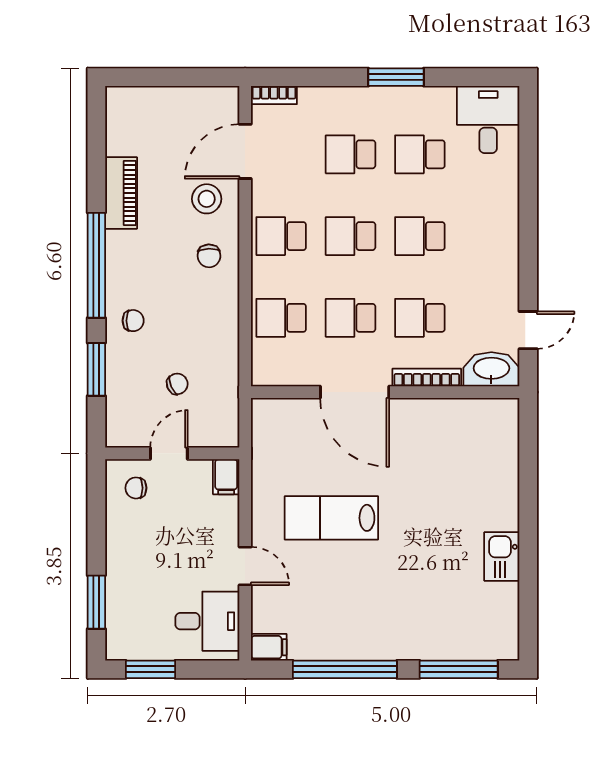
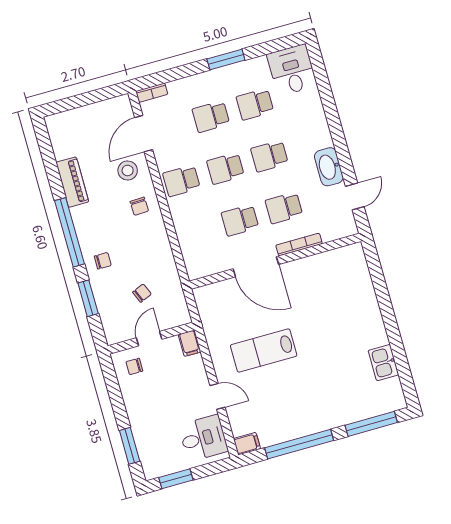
school desk: (281, 318) -> (196, 233), removed
washbasin: (491, 369) -> (329, 167), moved, turned -90
kitchen sink: (502, 556) -> (383, 363), moved

